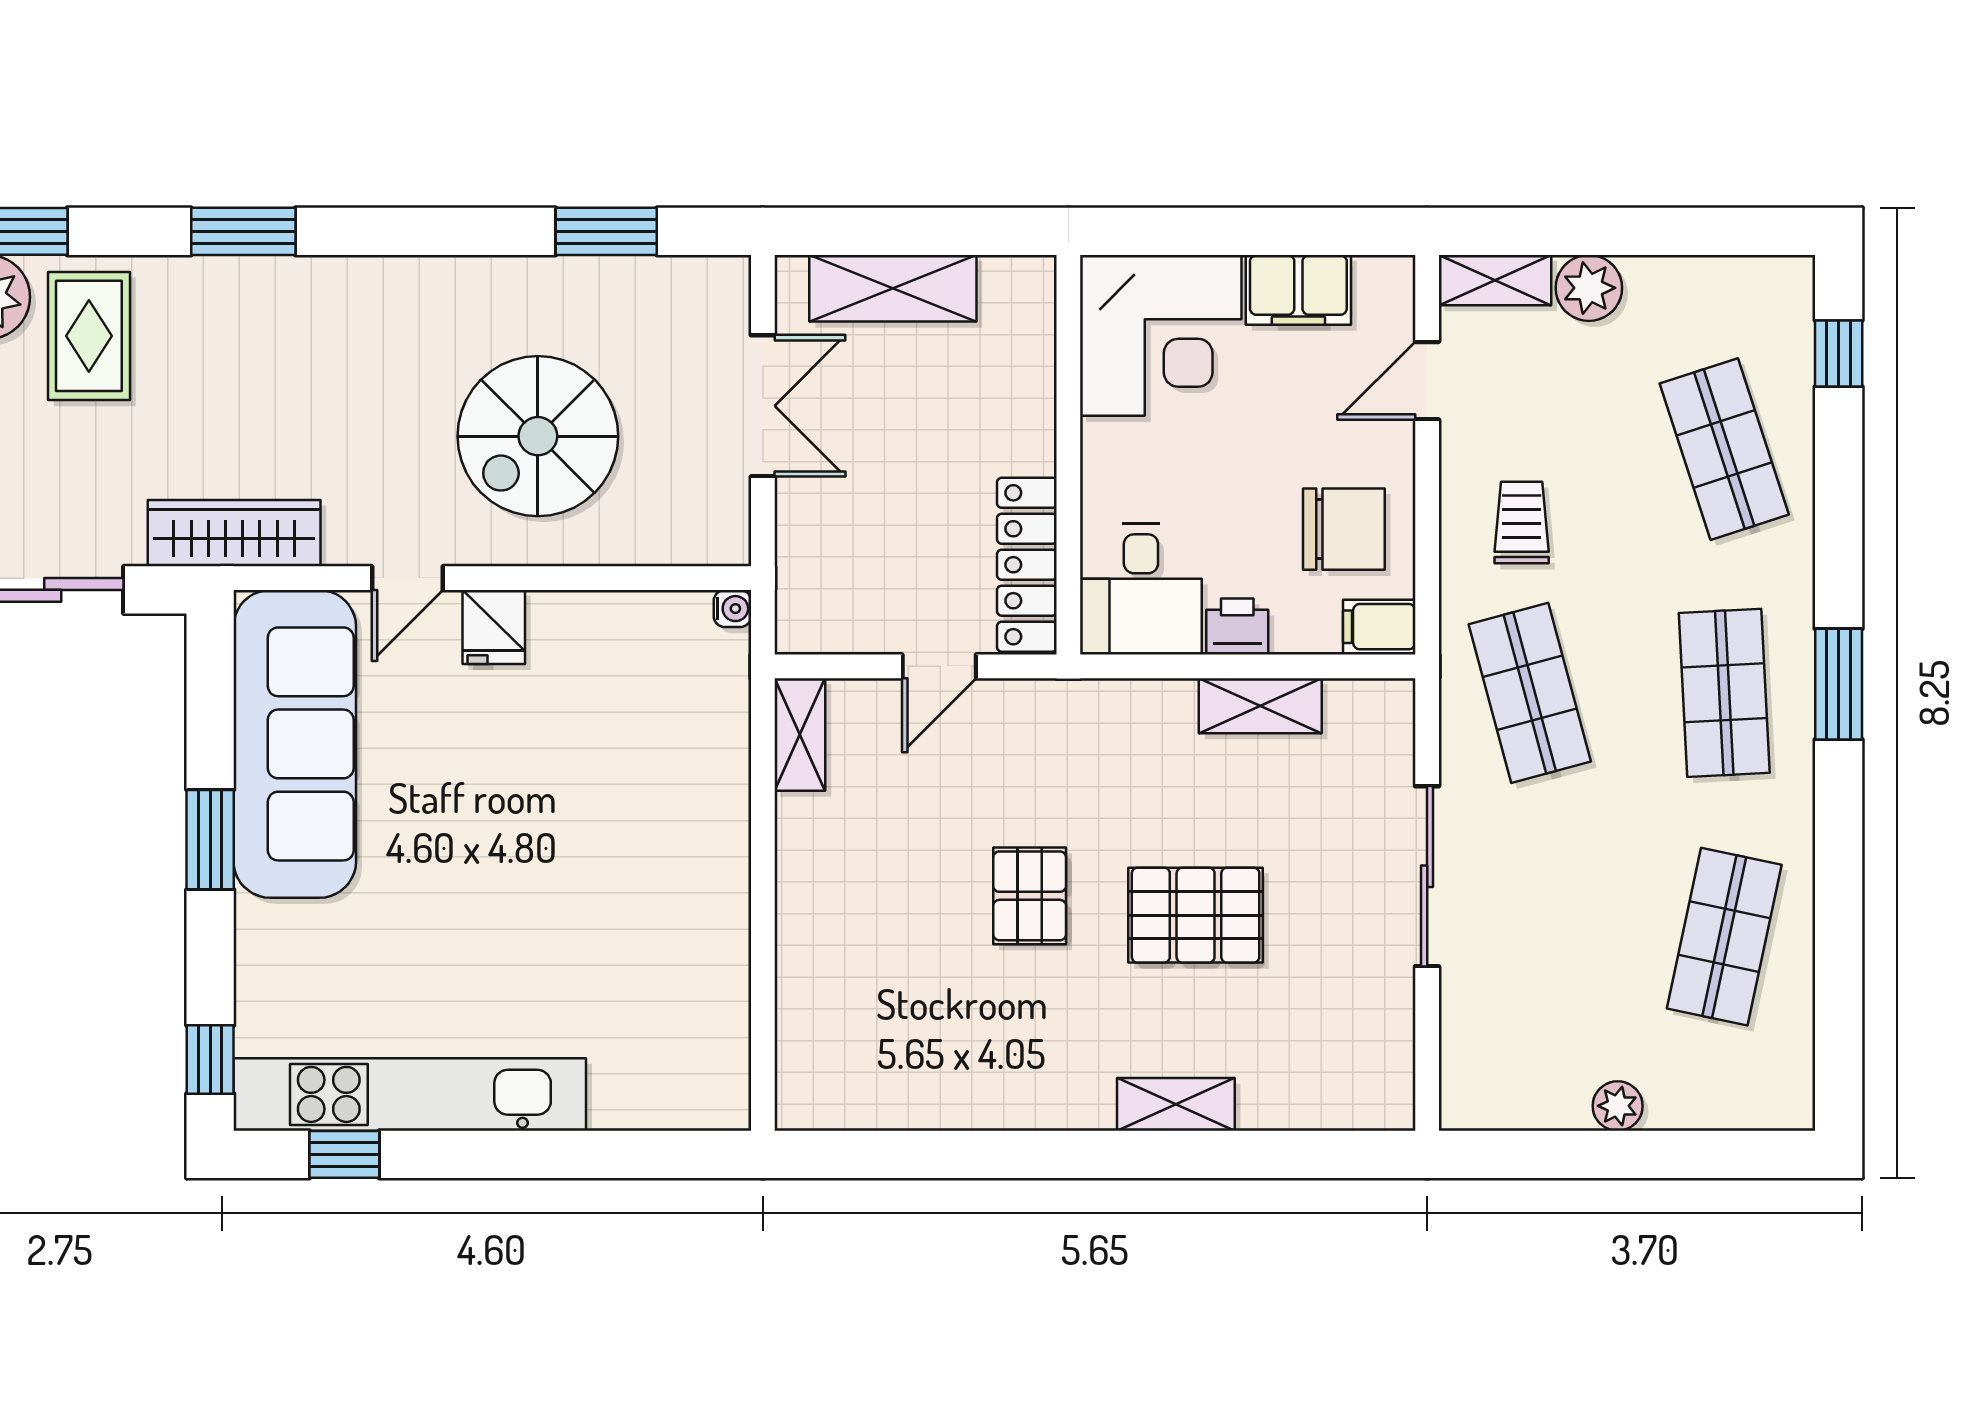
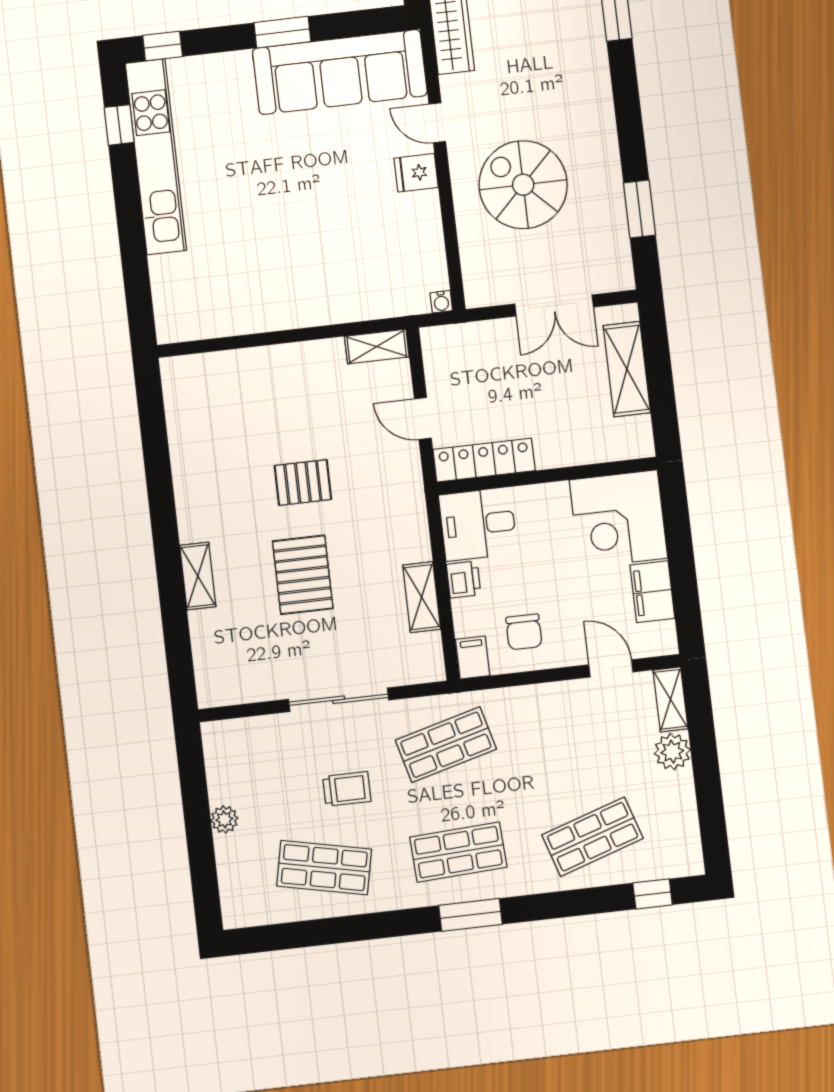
trolley: (1522, 523) -> (347, 789), moved
chair: (1344, 529) -> (524, 632), width x0.73, depth x0.73

